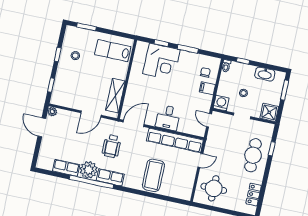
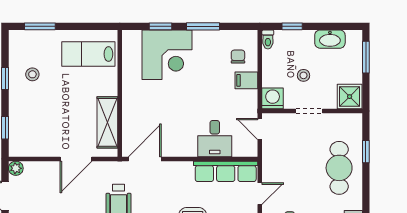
desk: (168, 118) -> (215, 139), moved
row of seats: (175, 140) -> (226, 171), width x0.73

